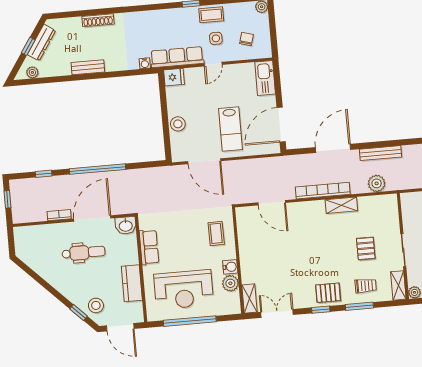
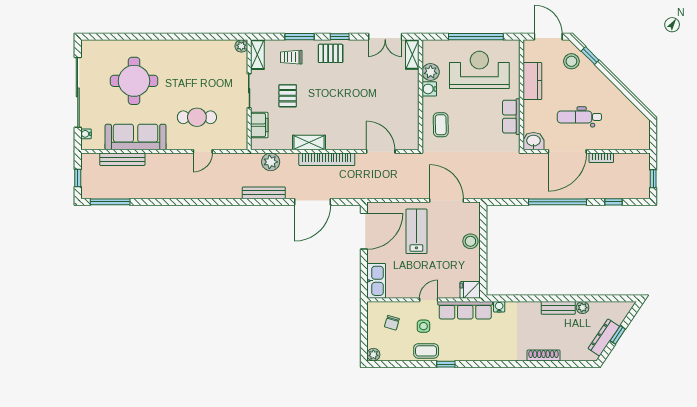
plant: (32, 72) -> (583, 308), moved
filing cabinet: (391, 218) -> (259, 125), added

